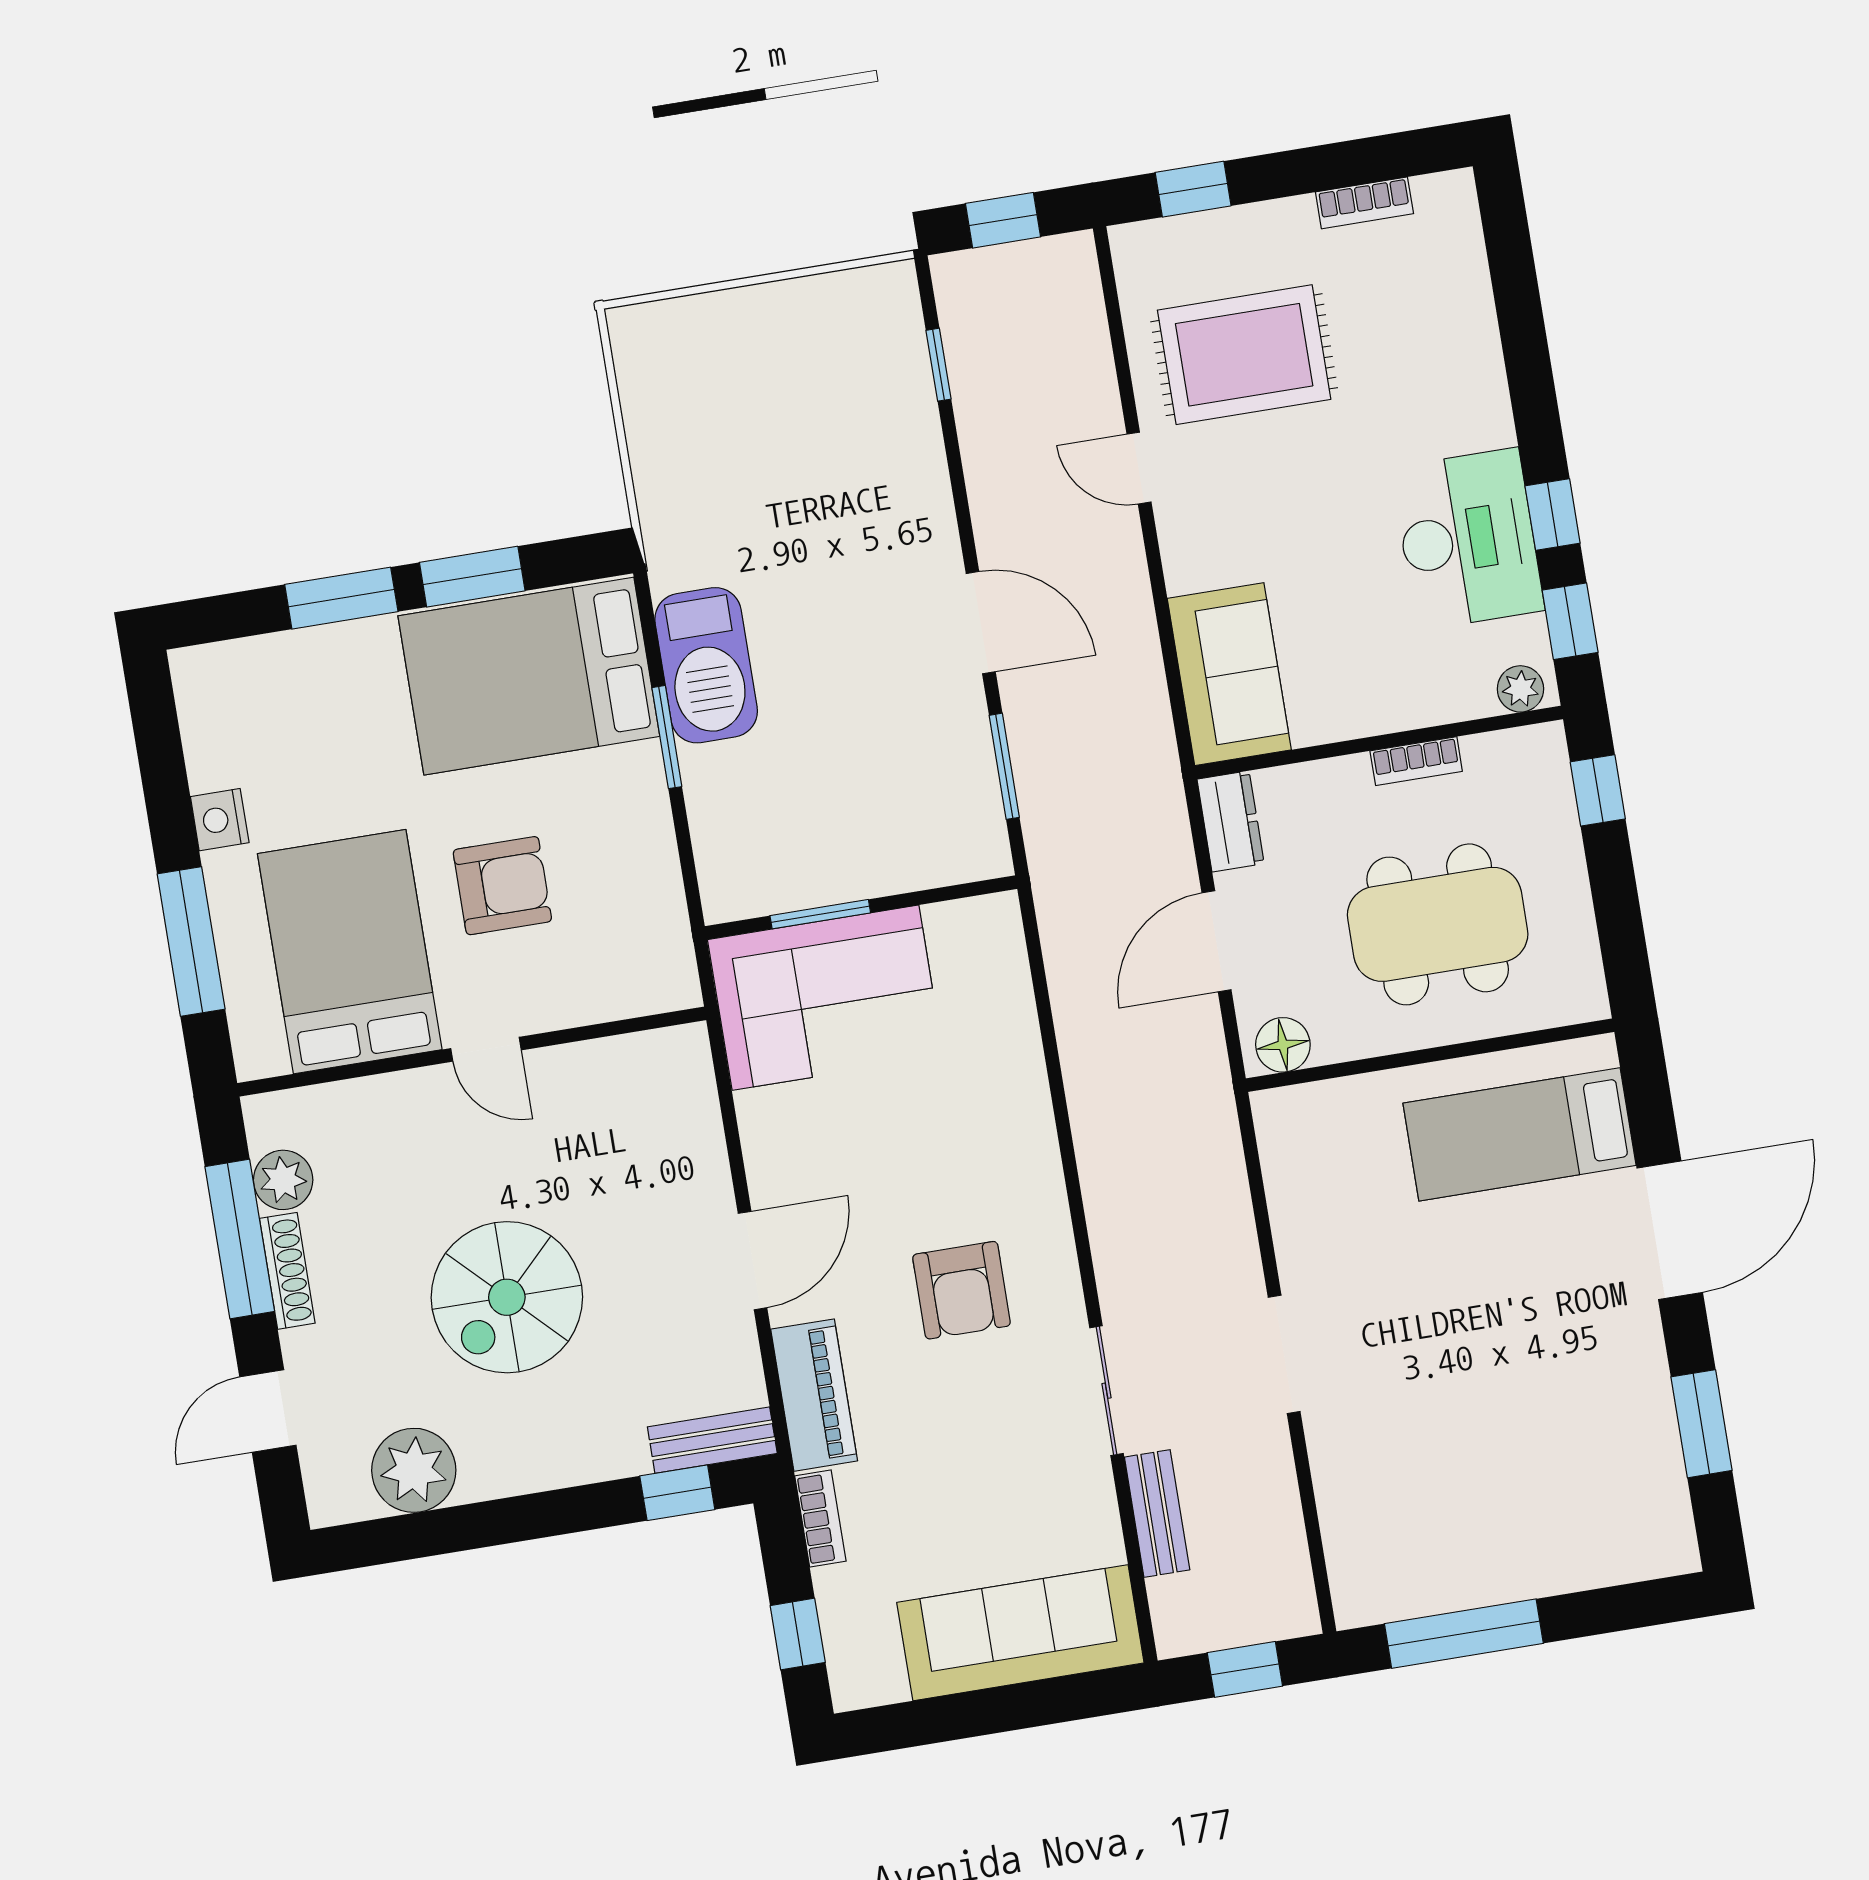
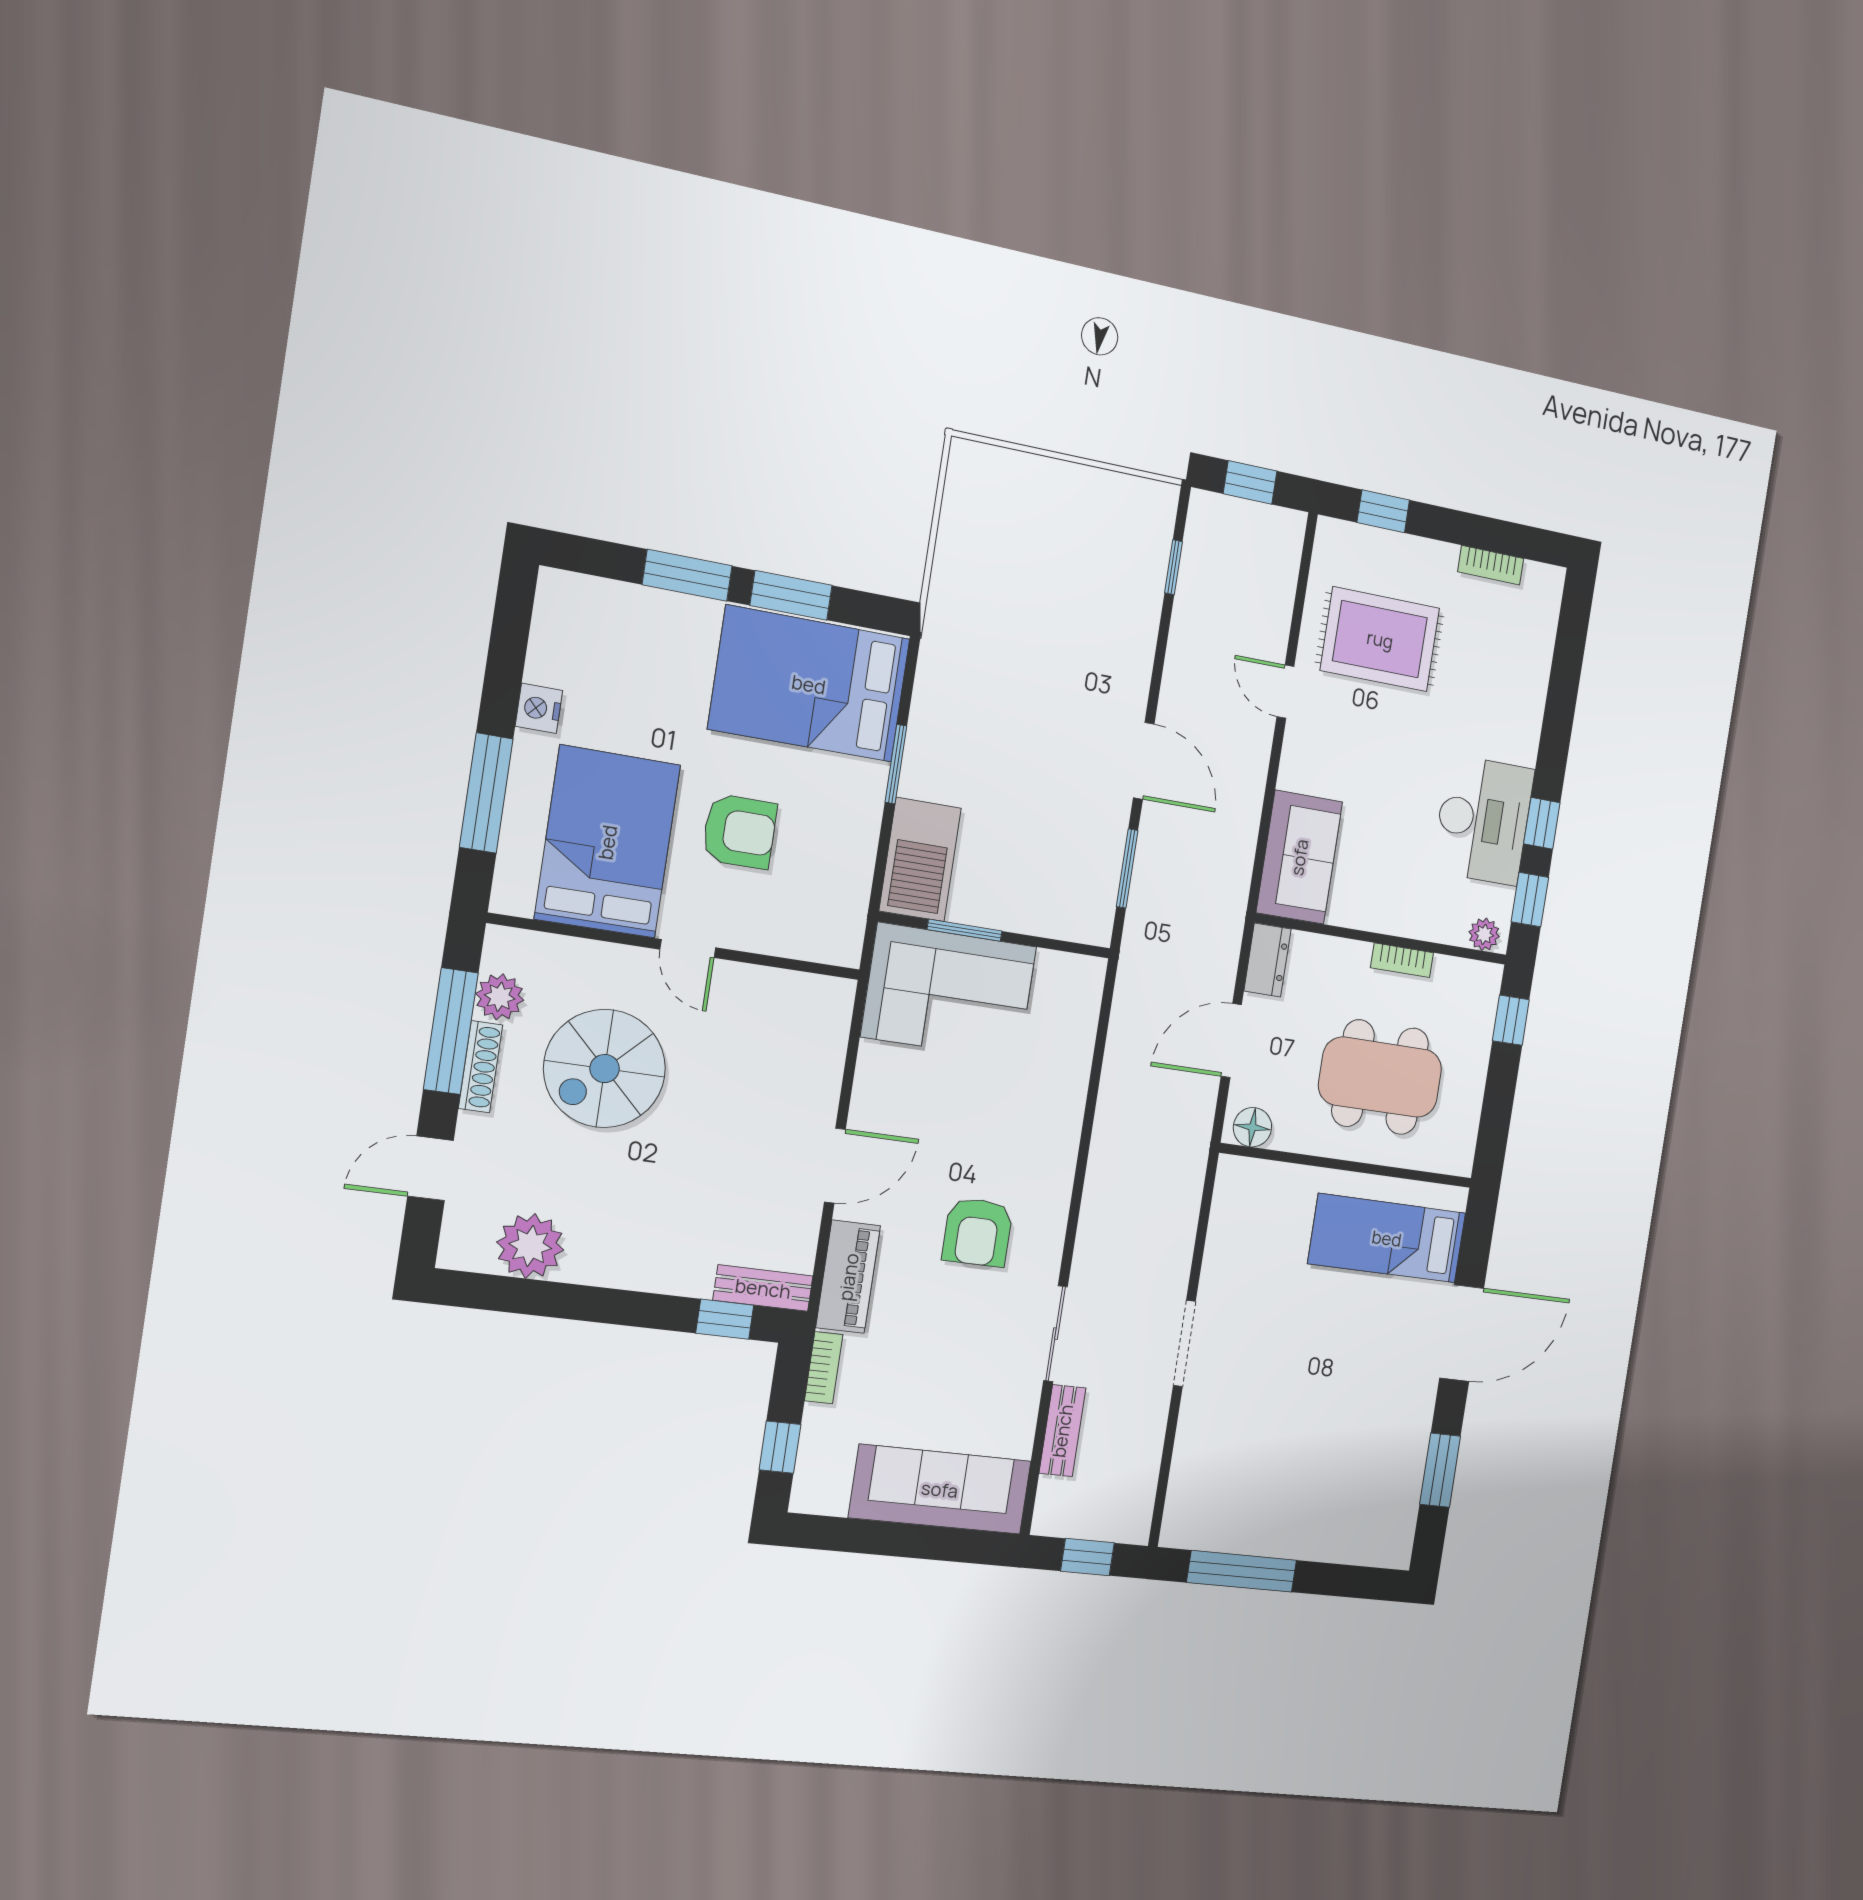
barbecue: (706, 665) -> (920, 860), moved
spiral stairs: (507, 1297) -> (605, 1069), moved

